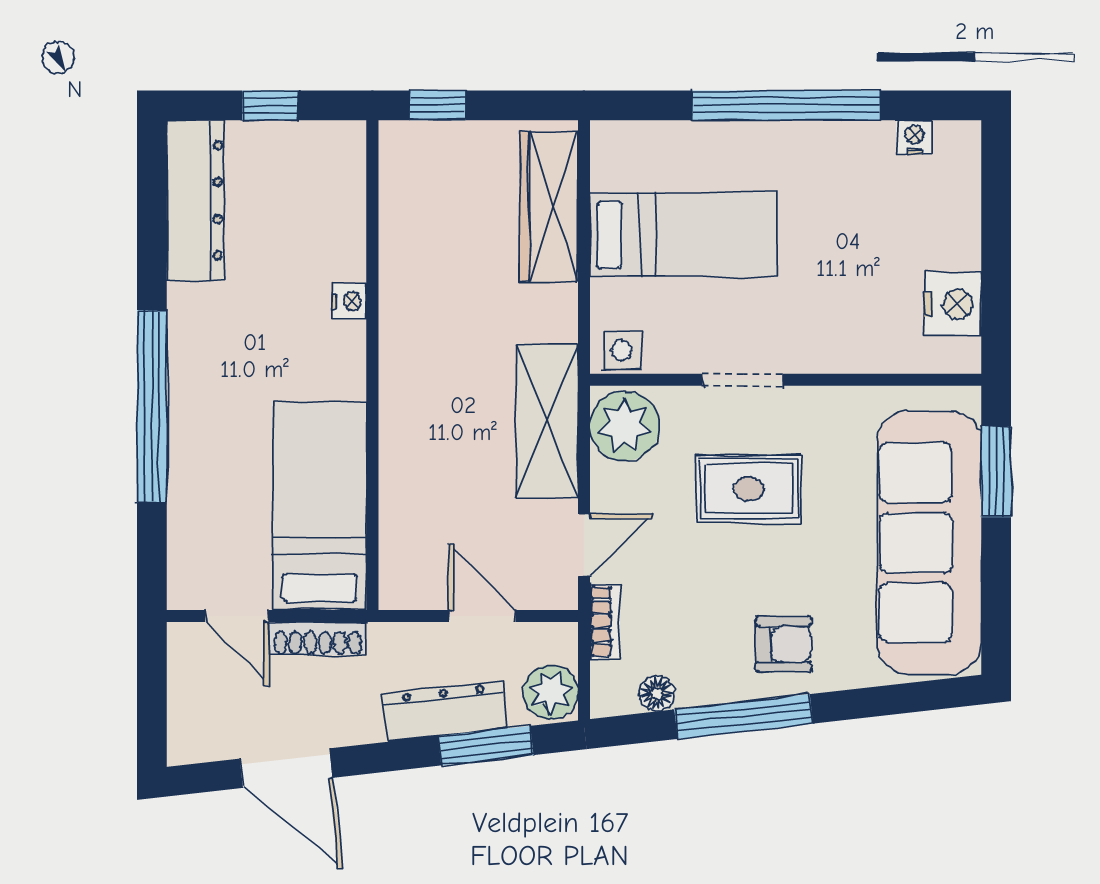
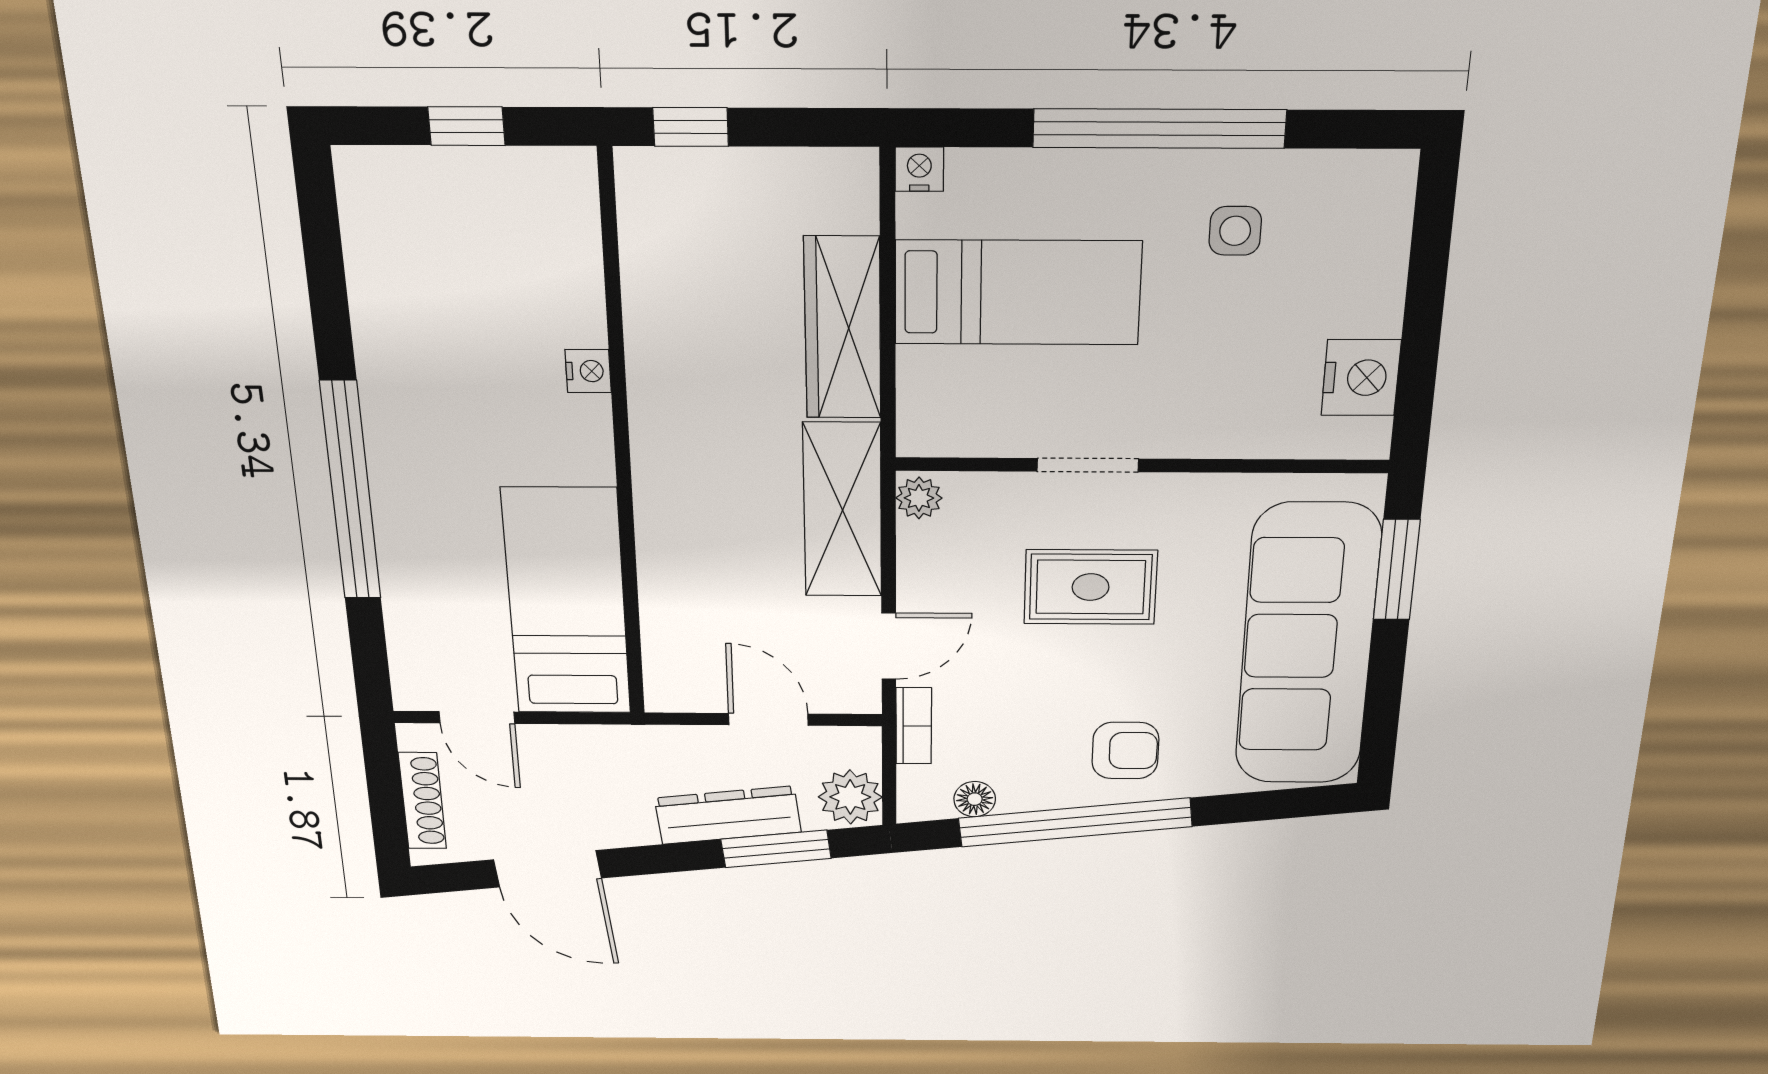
nightstand: (914, 137) -> (919, 169), moved
dresser: (195, 200) -> (379, 247), removed
wardrobe: (549, 207) -> (843, 328), moved
side table: (621, 350) -> (1235, 231), moved
plant: (625, 426) -> (919, 498), width x0.53, depth x0.53
shoe rack: (318, 638) -> (422, 801), moved, turned -90
window: (744, 716) -> (1075, 822), width x1.46

